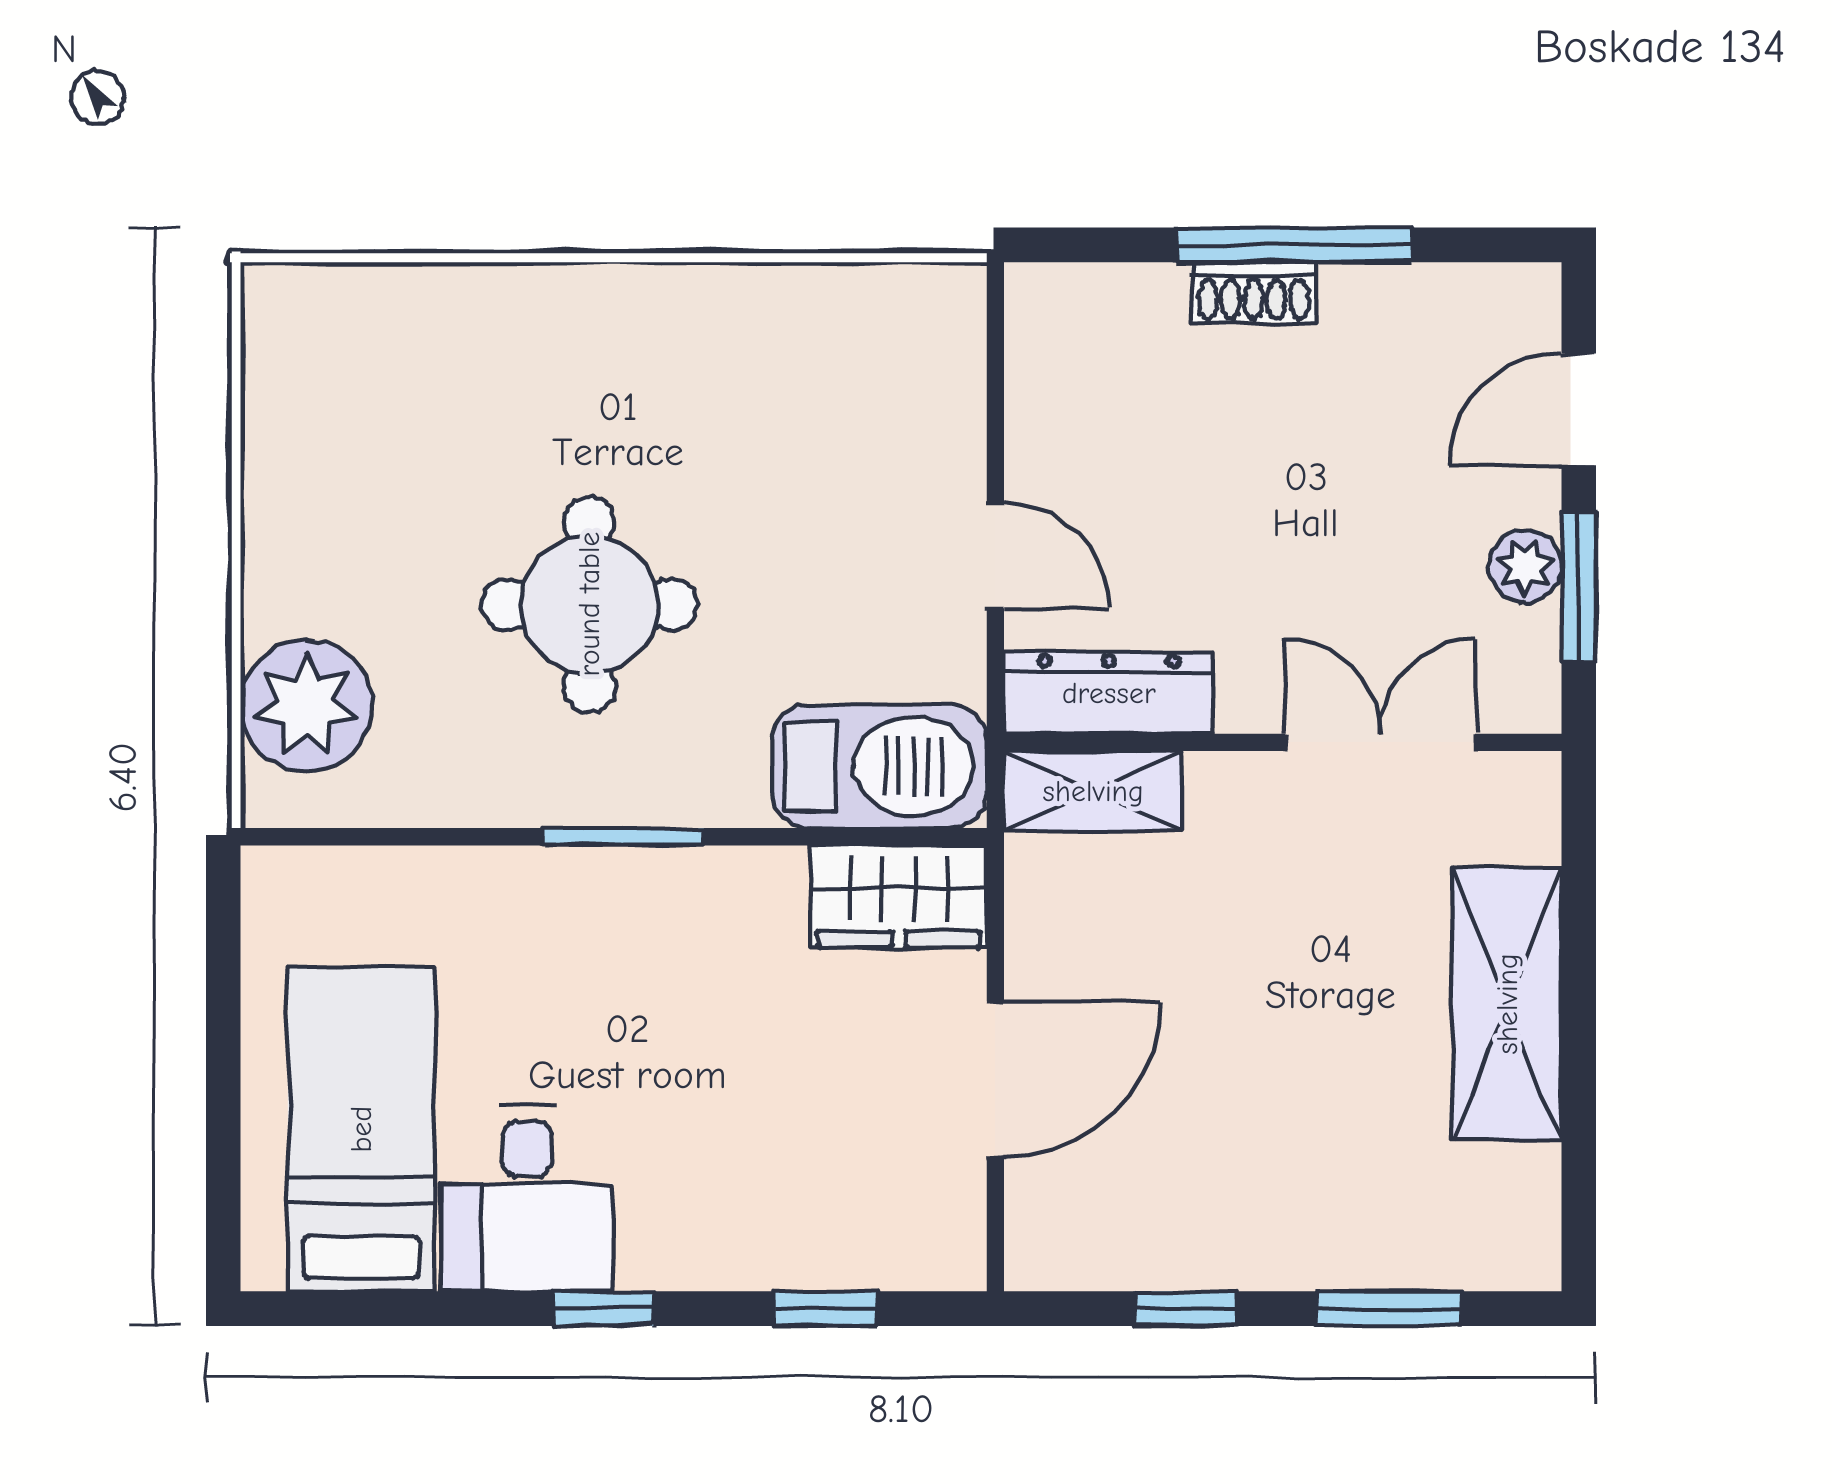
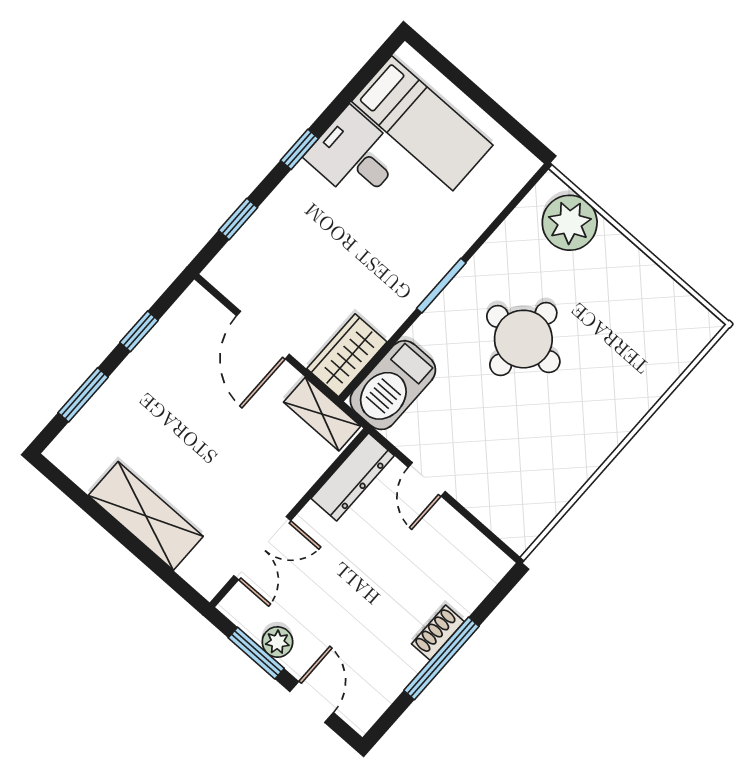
door: (995, 556) -> (427, 479), hinge flipped
shelving: (1093, 791) -> (322, 414), moved, turned 90

